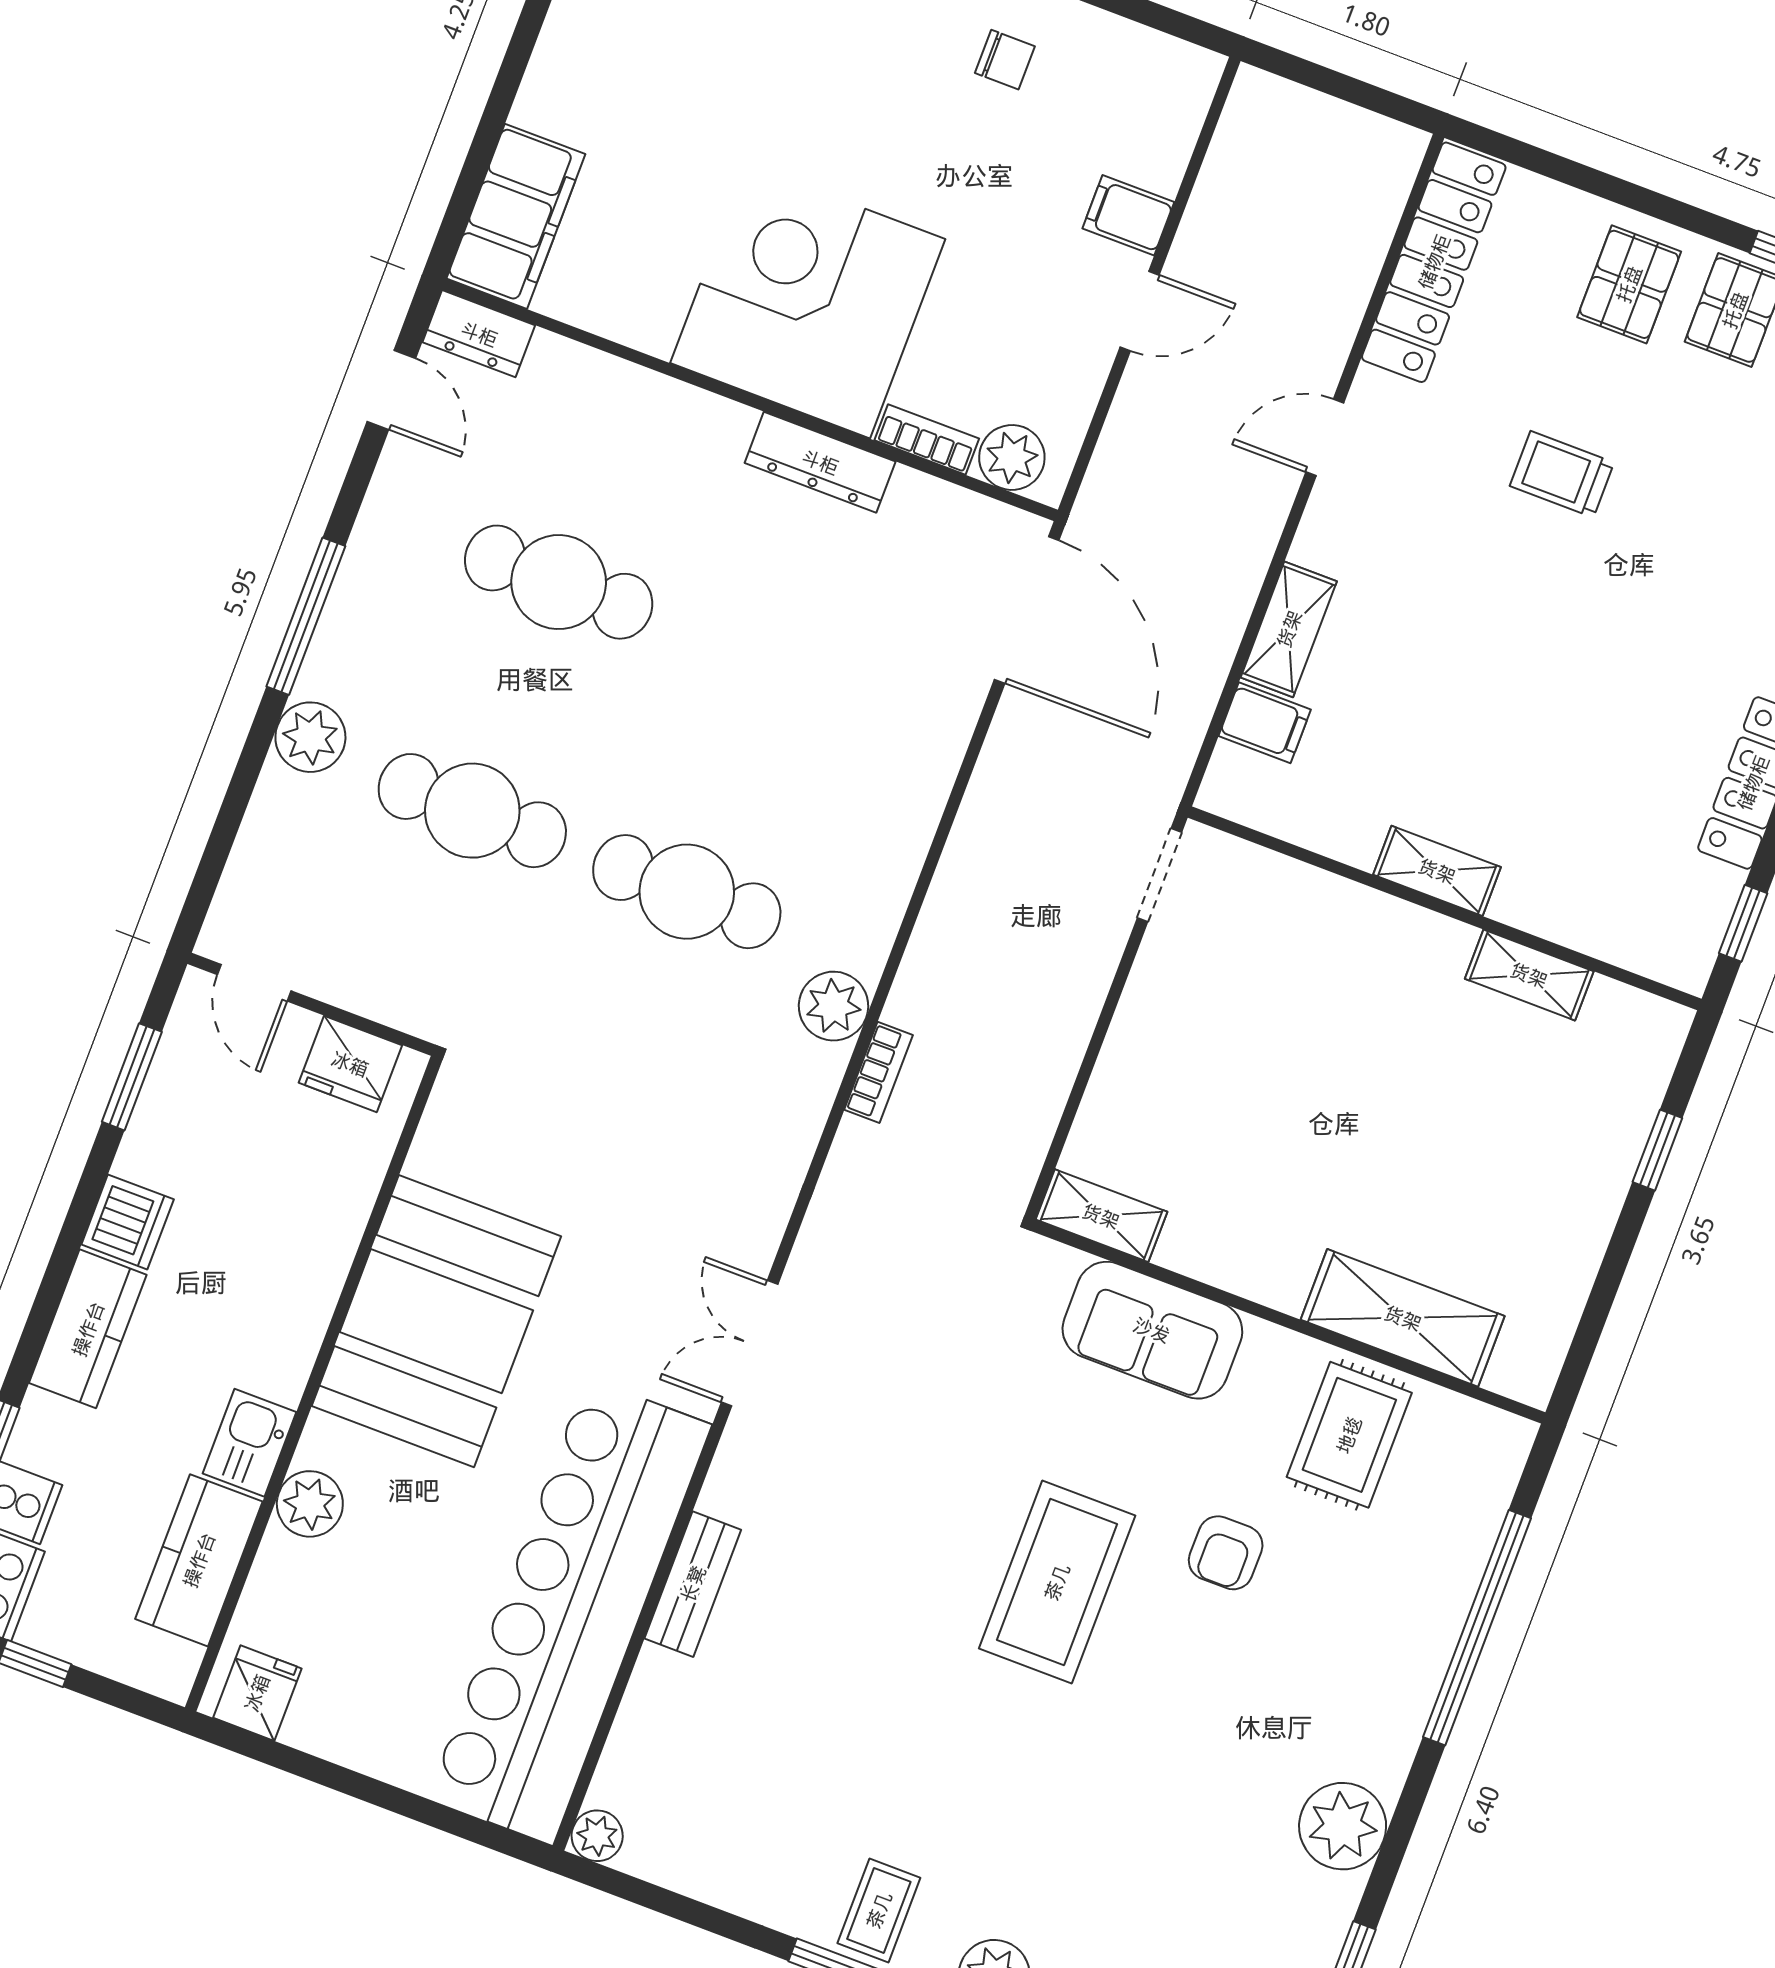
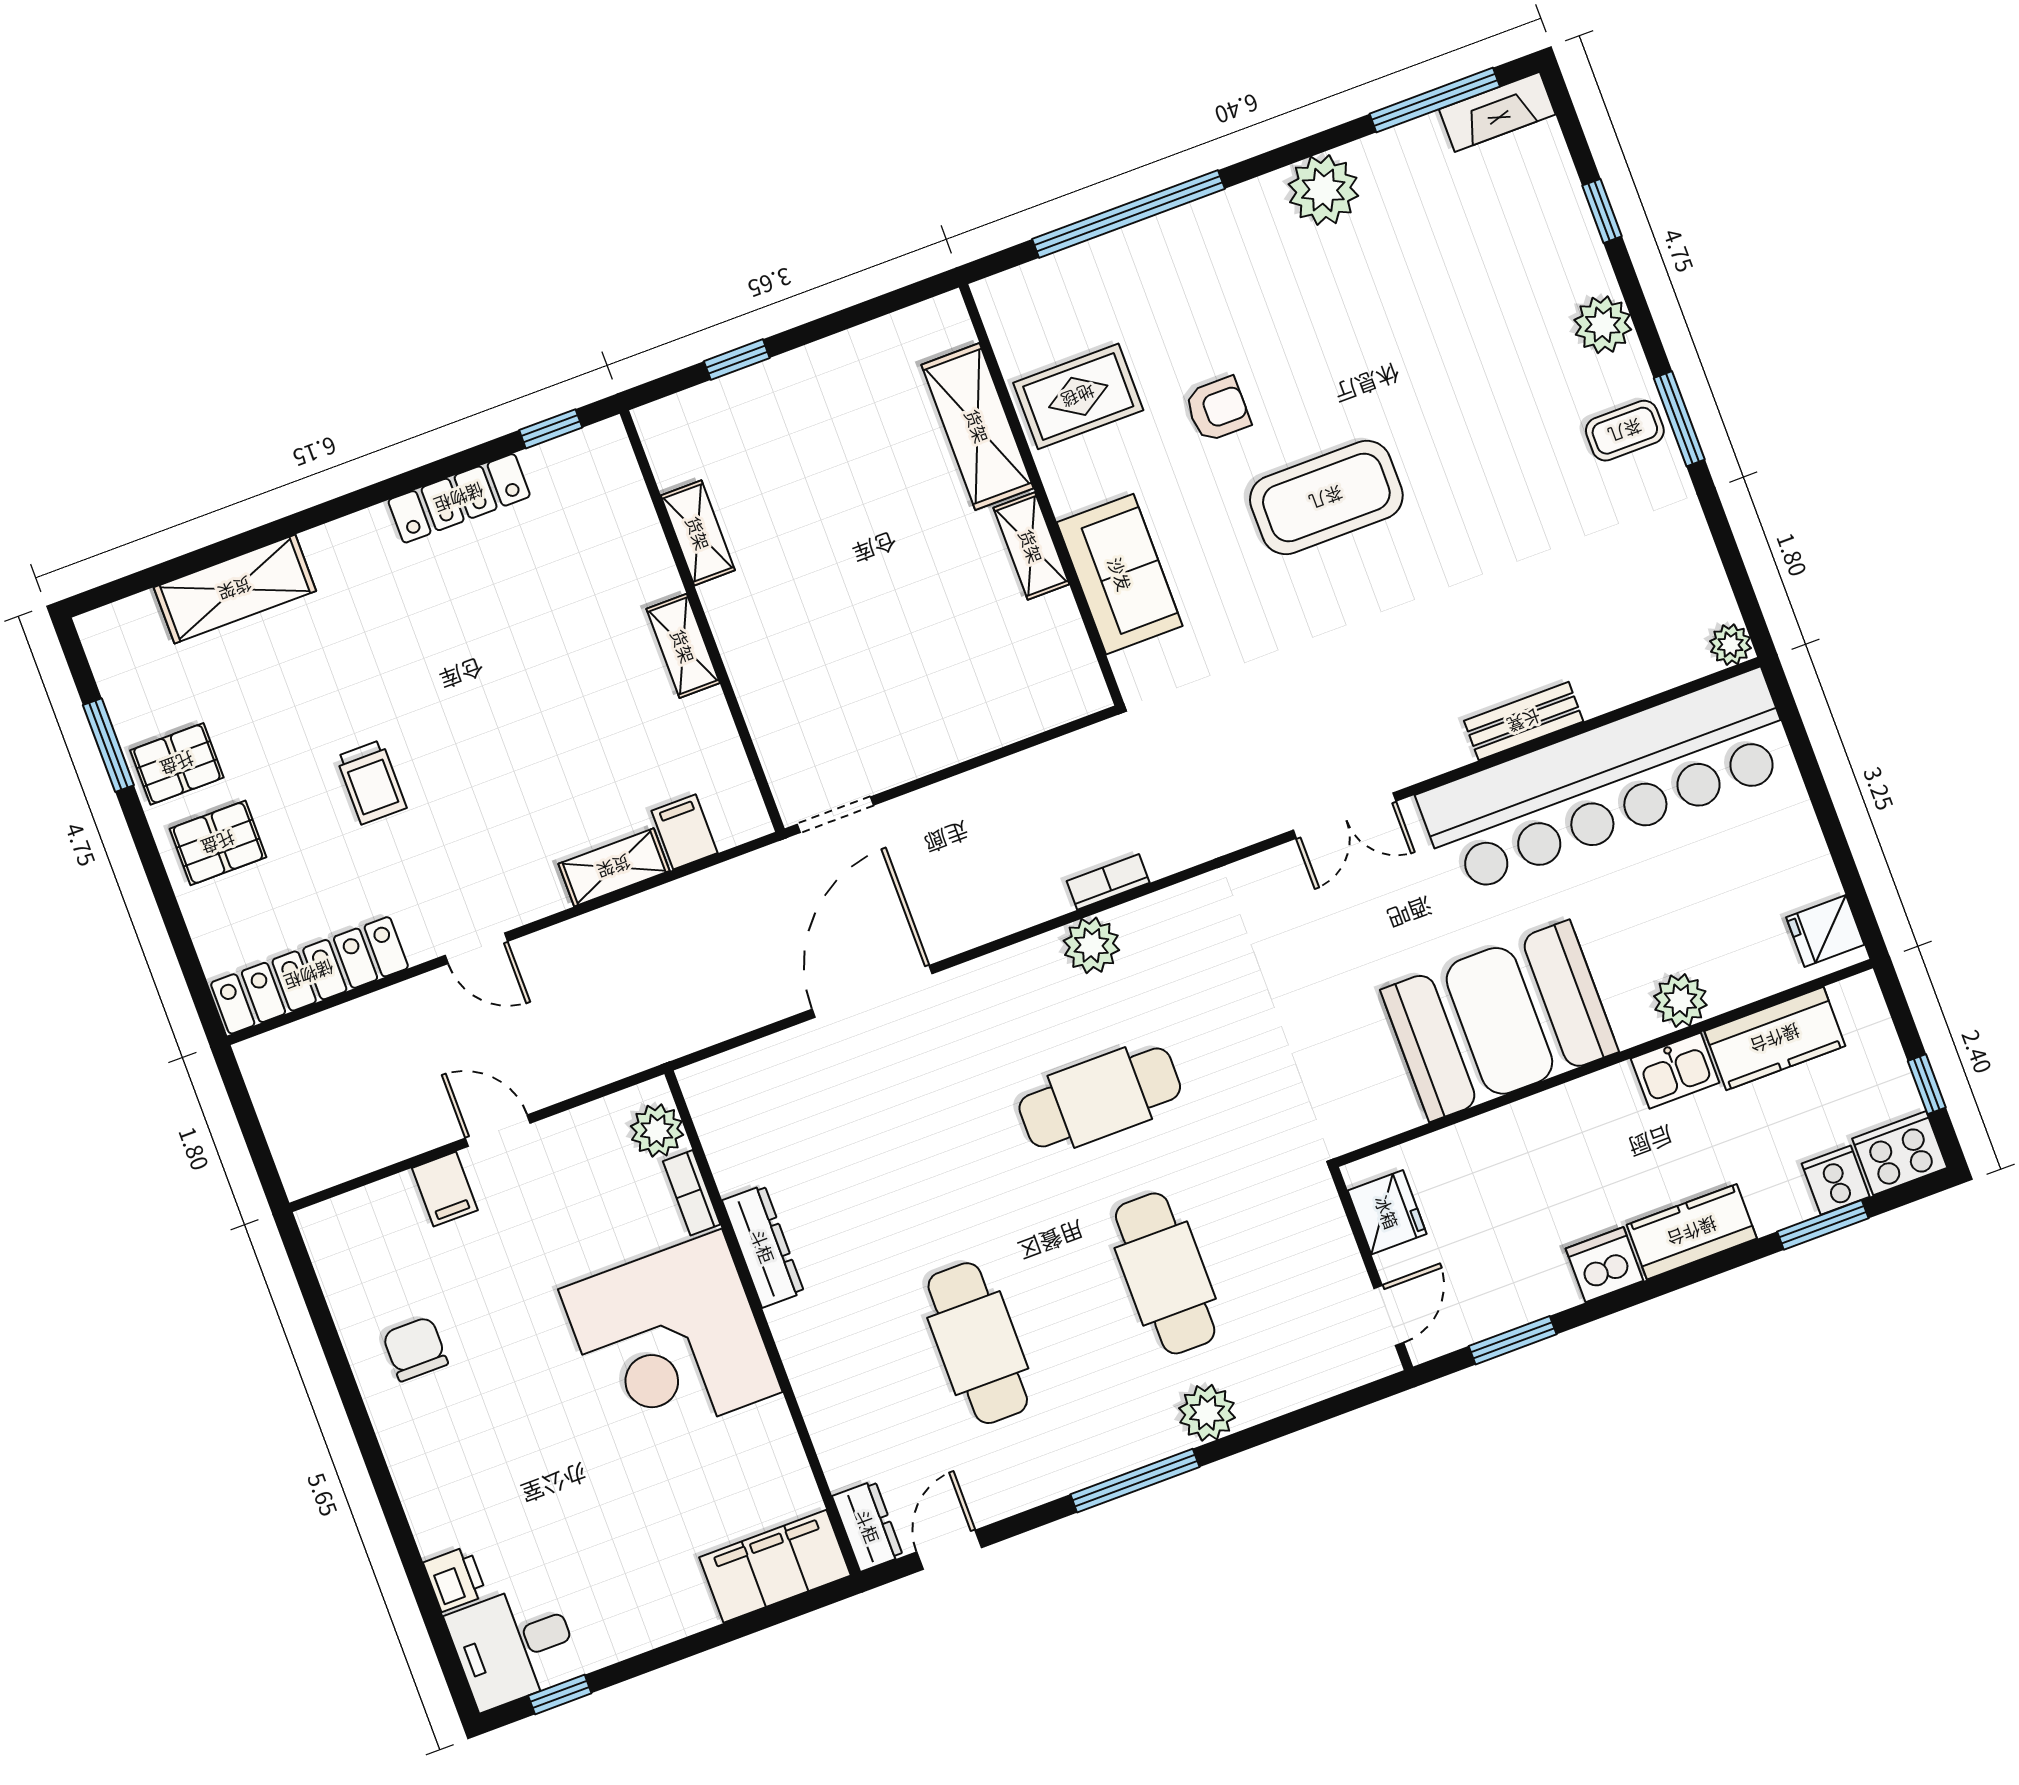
chair: (1005, 60) -> (415, 1349), width x1.37, depth x1.37
door: (1027, 610) -> (872, 991), moved
cafe table: (687, 892) -> (1100, 1097), turned 90
shelving: (1101, 1216) -> (1031, 546), moved

